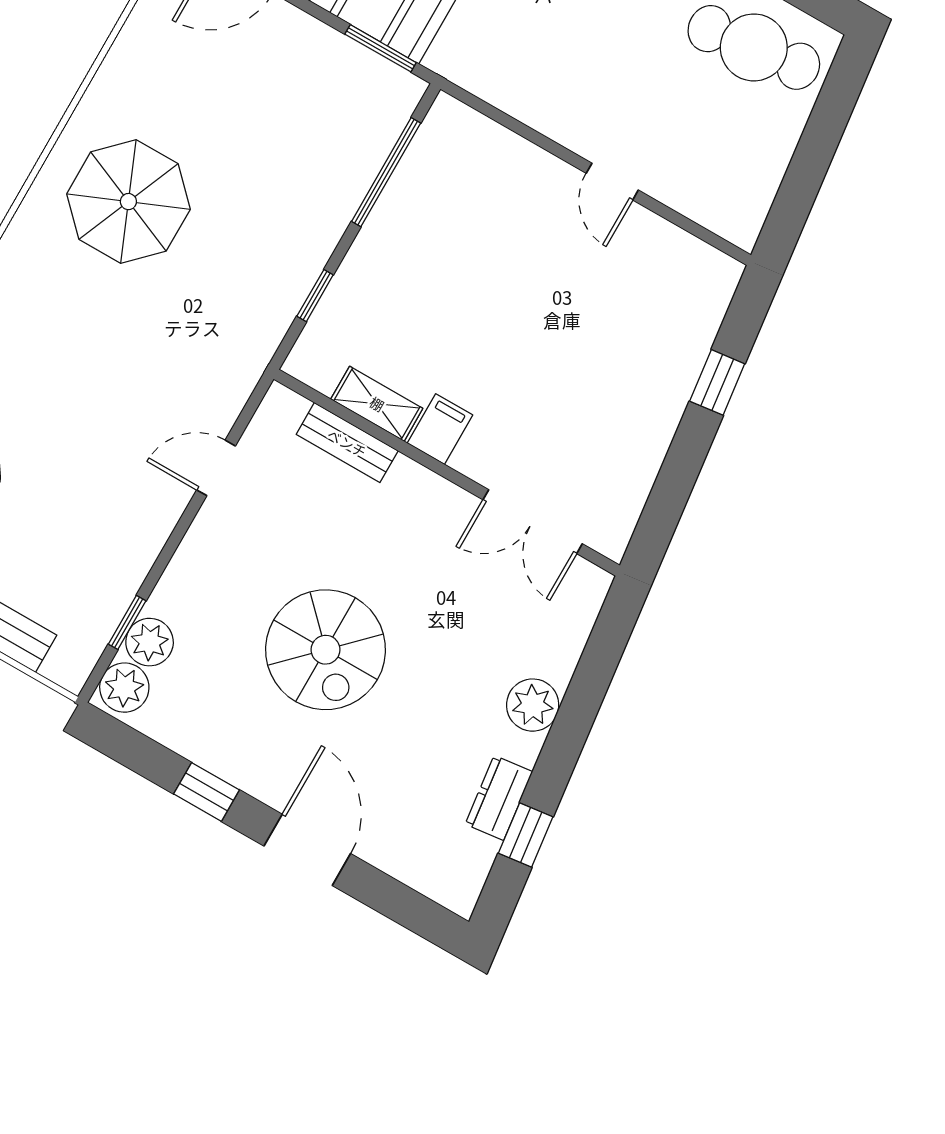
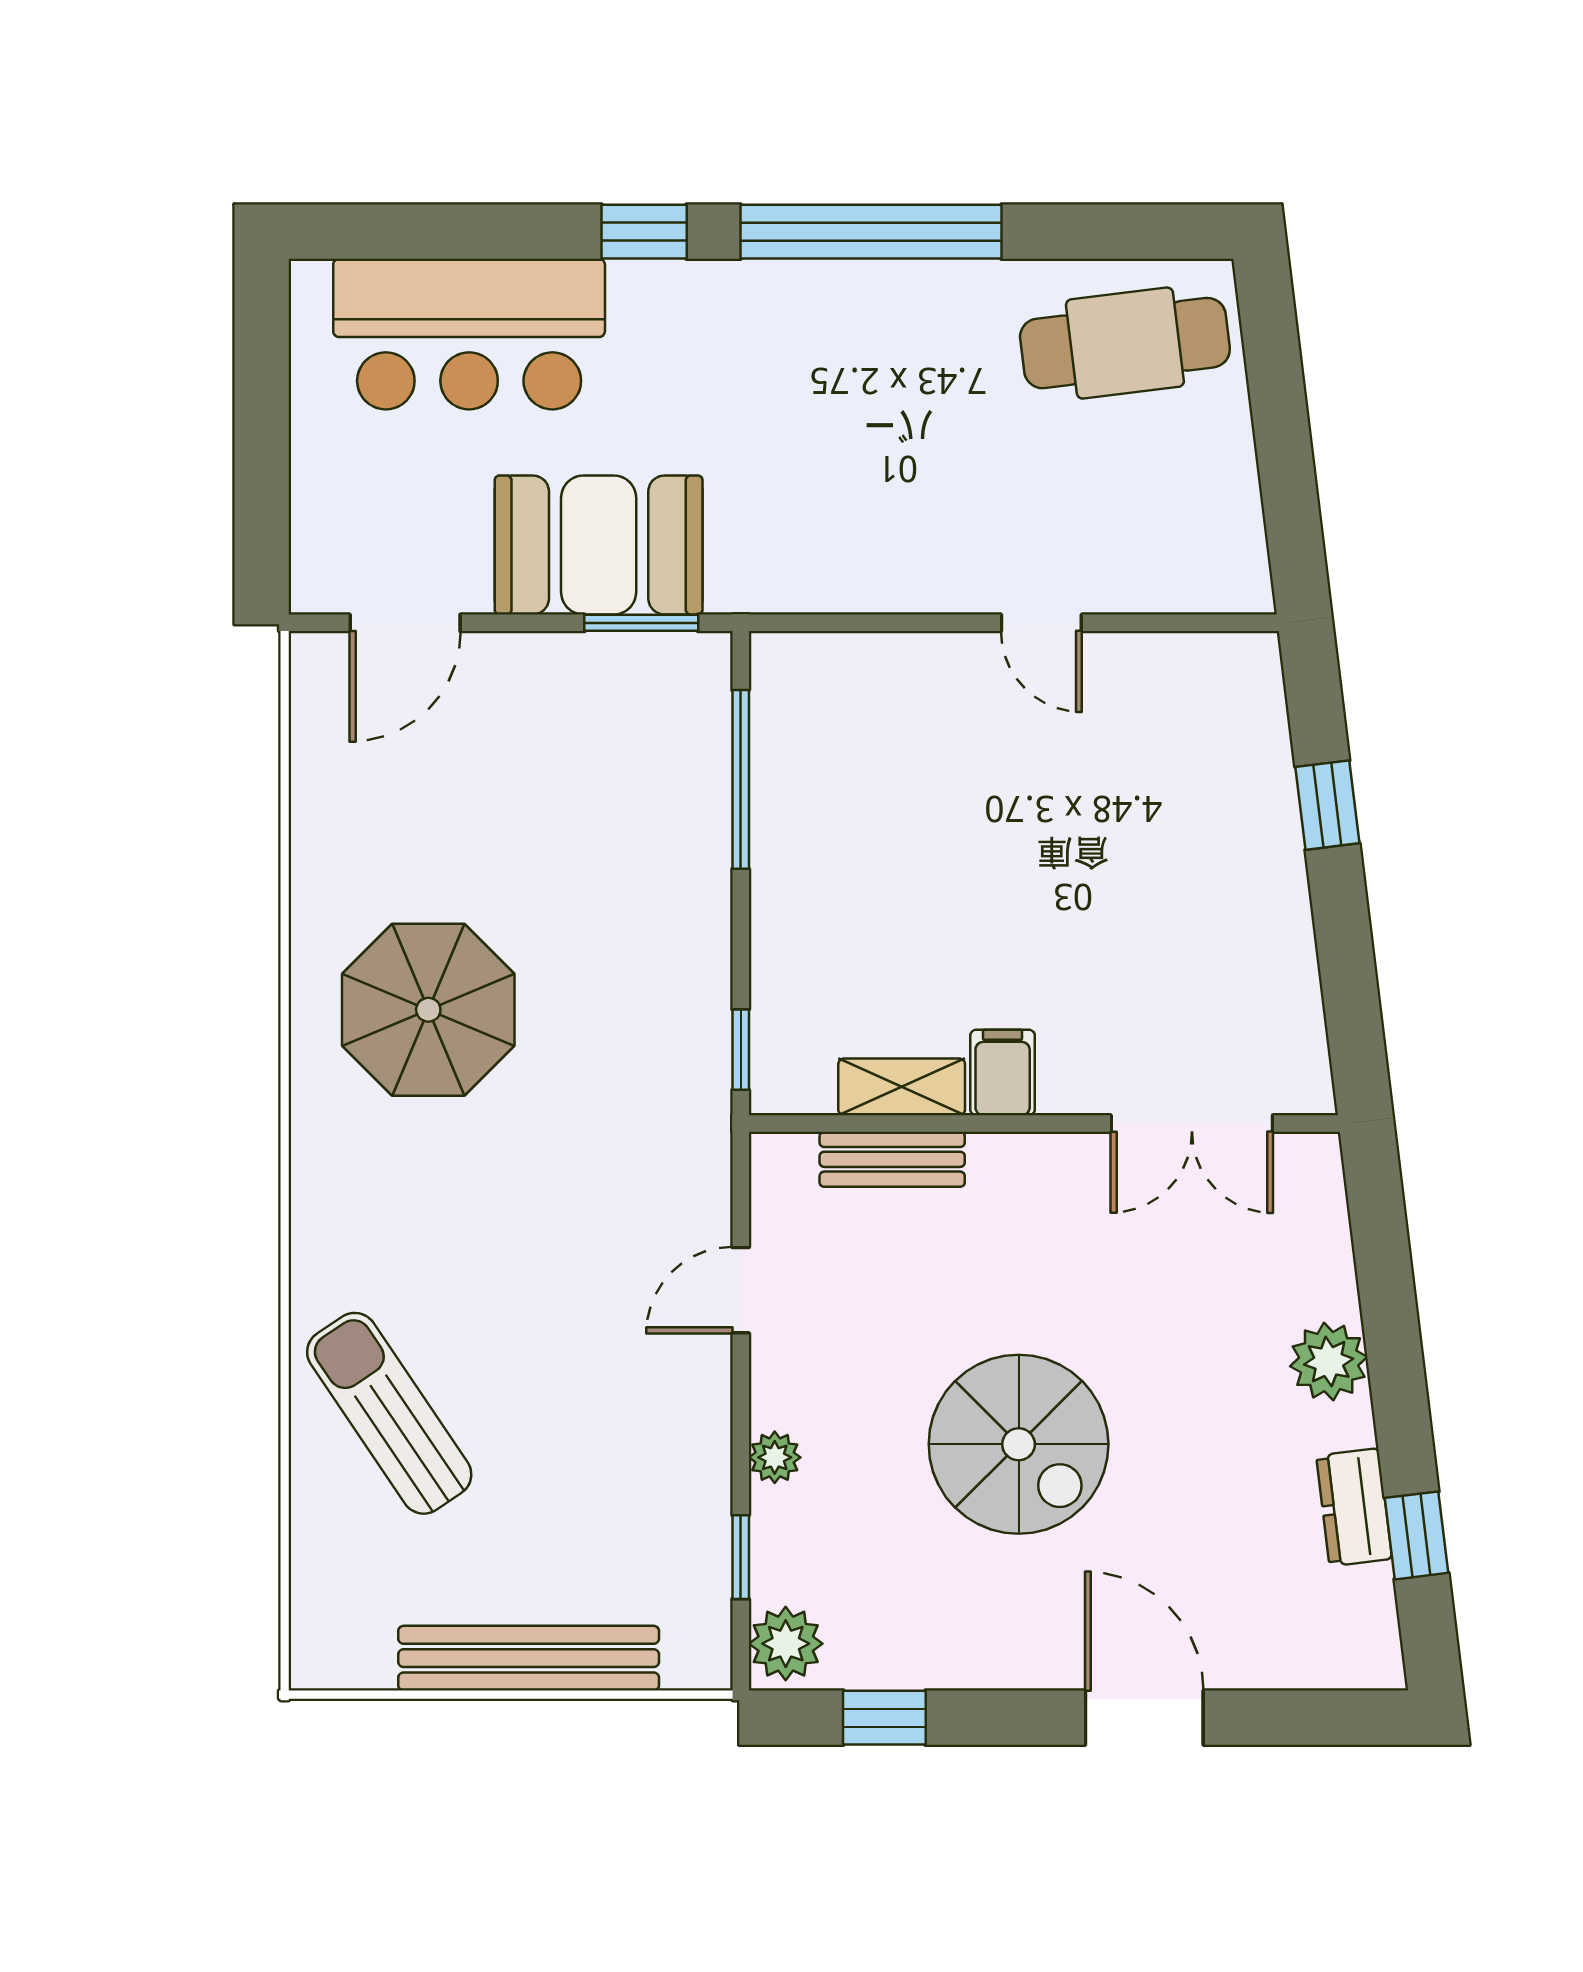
window: (315, 296) -> (741, 1050), moved
plant: (150, 642) -> (775, 1457), moved, width x0.73, depth x0.73
window: (207, 792) -> (884, 1718), moved

